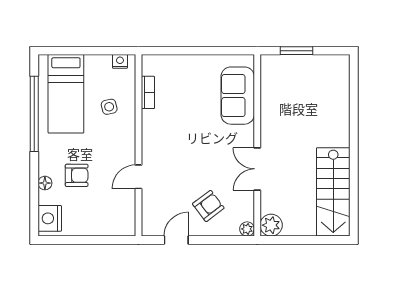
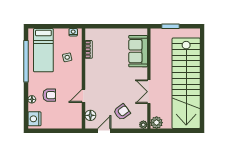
stairs: (333, 192) -> (186, 83), width x1.86, depth x1.51
floor lamp: (151, 212) -> (90, 115), added

